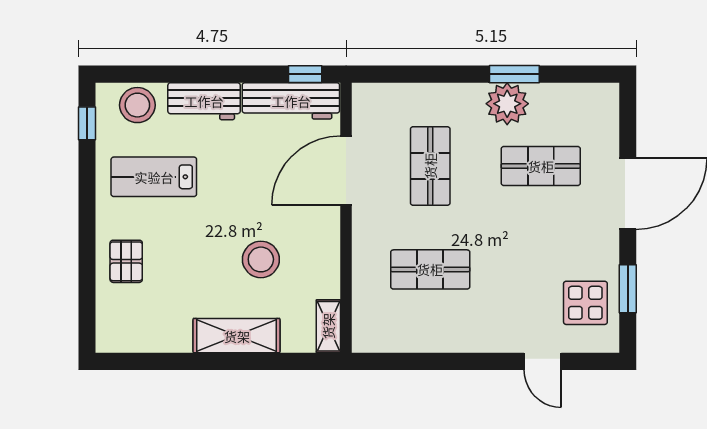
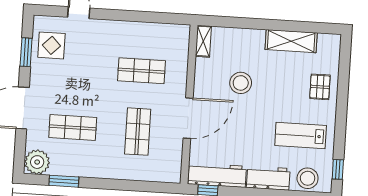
window: (514, 74) -> (64, 181), moved
plant: (507, 104) -> (37, 162), moved
door: (346, 171) -> (188, 118), moved
lab bench: (154, 177) -> (301, 135), turned 180
shelving: (237, 336) -> (291, 41), moved

